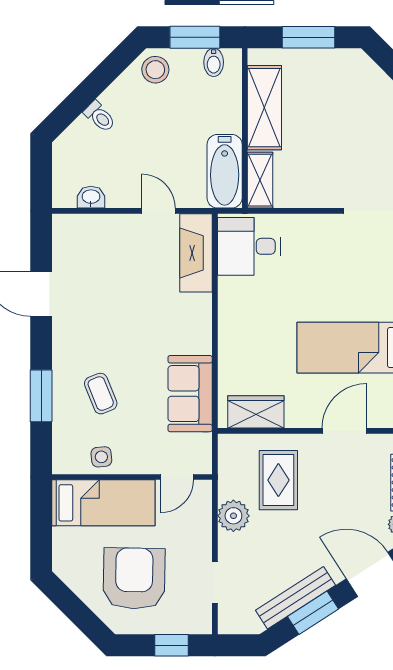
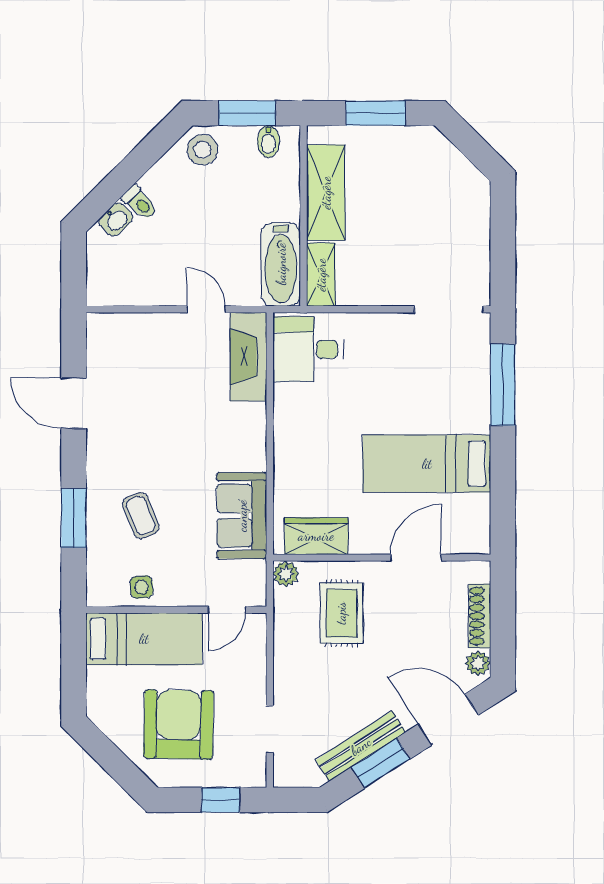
washbasin: (91, 197) -> (116, 219), moved, turned 135
plant: (233, 516) -> (286, 574), moved, width x0.73, depth x0.73

